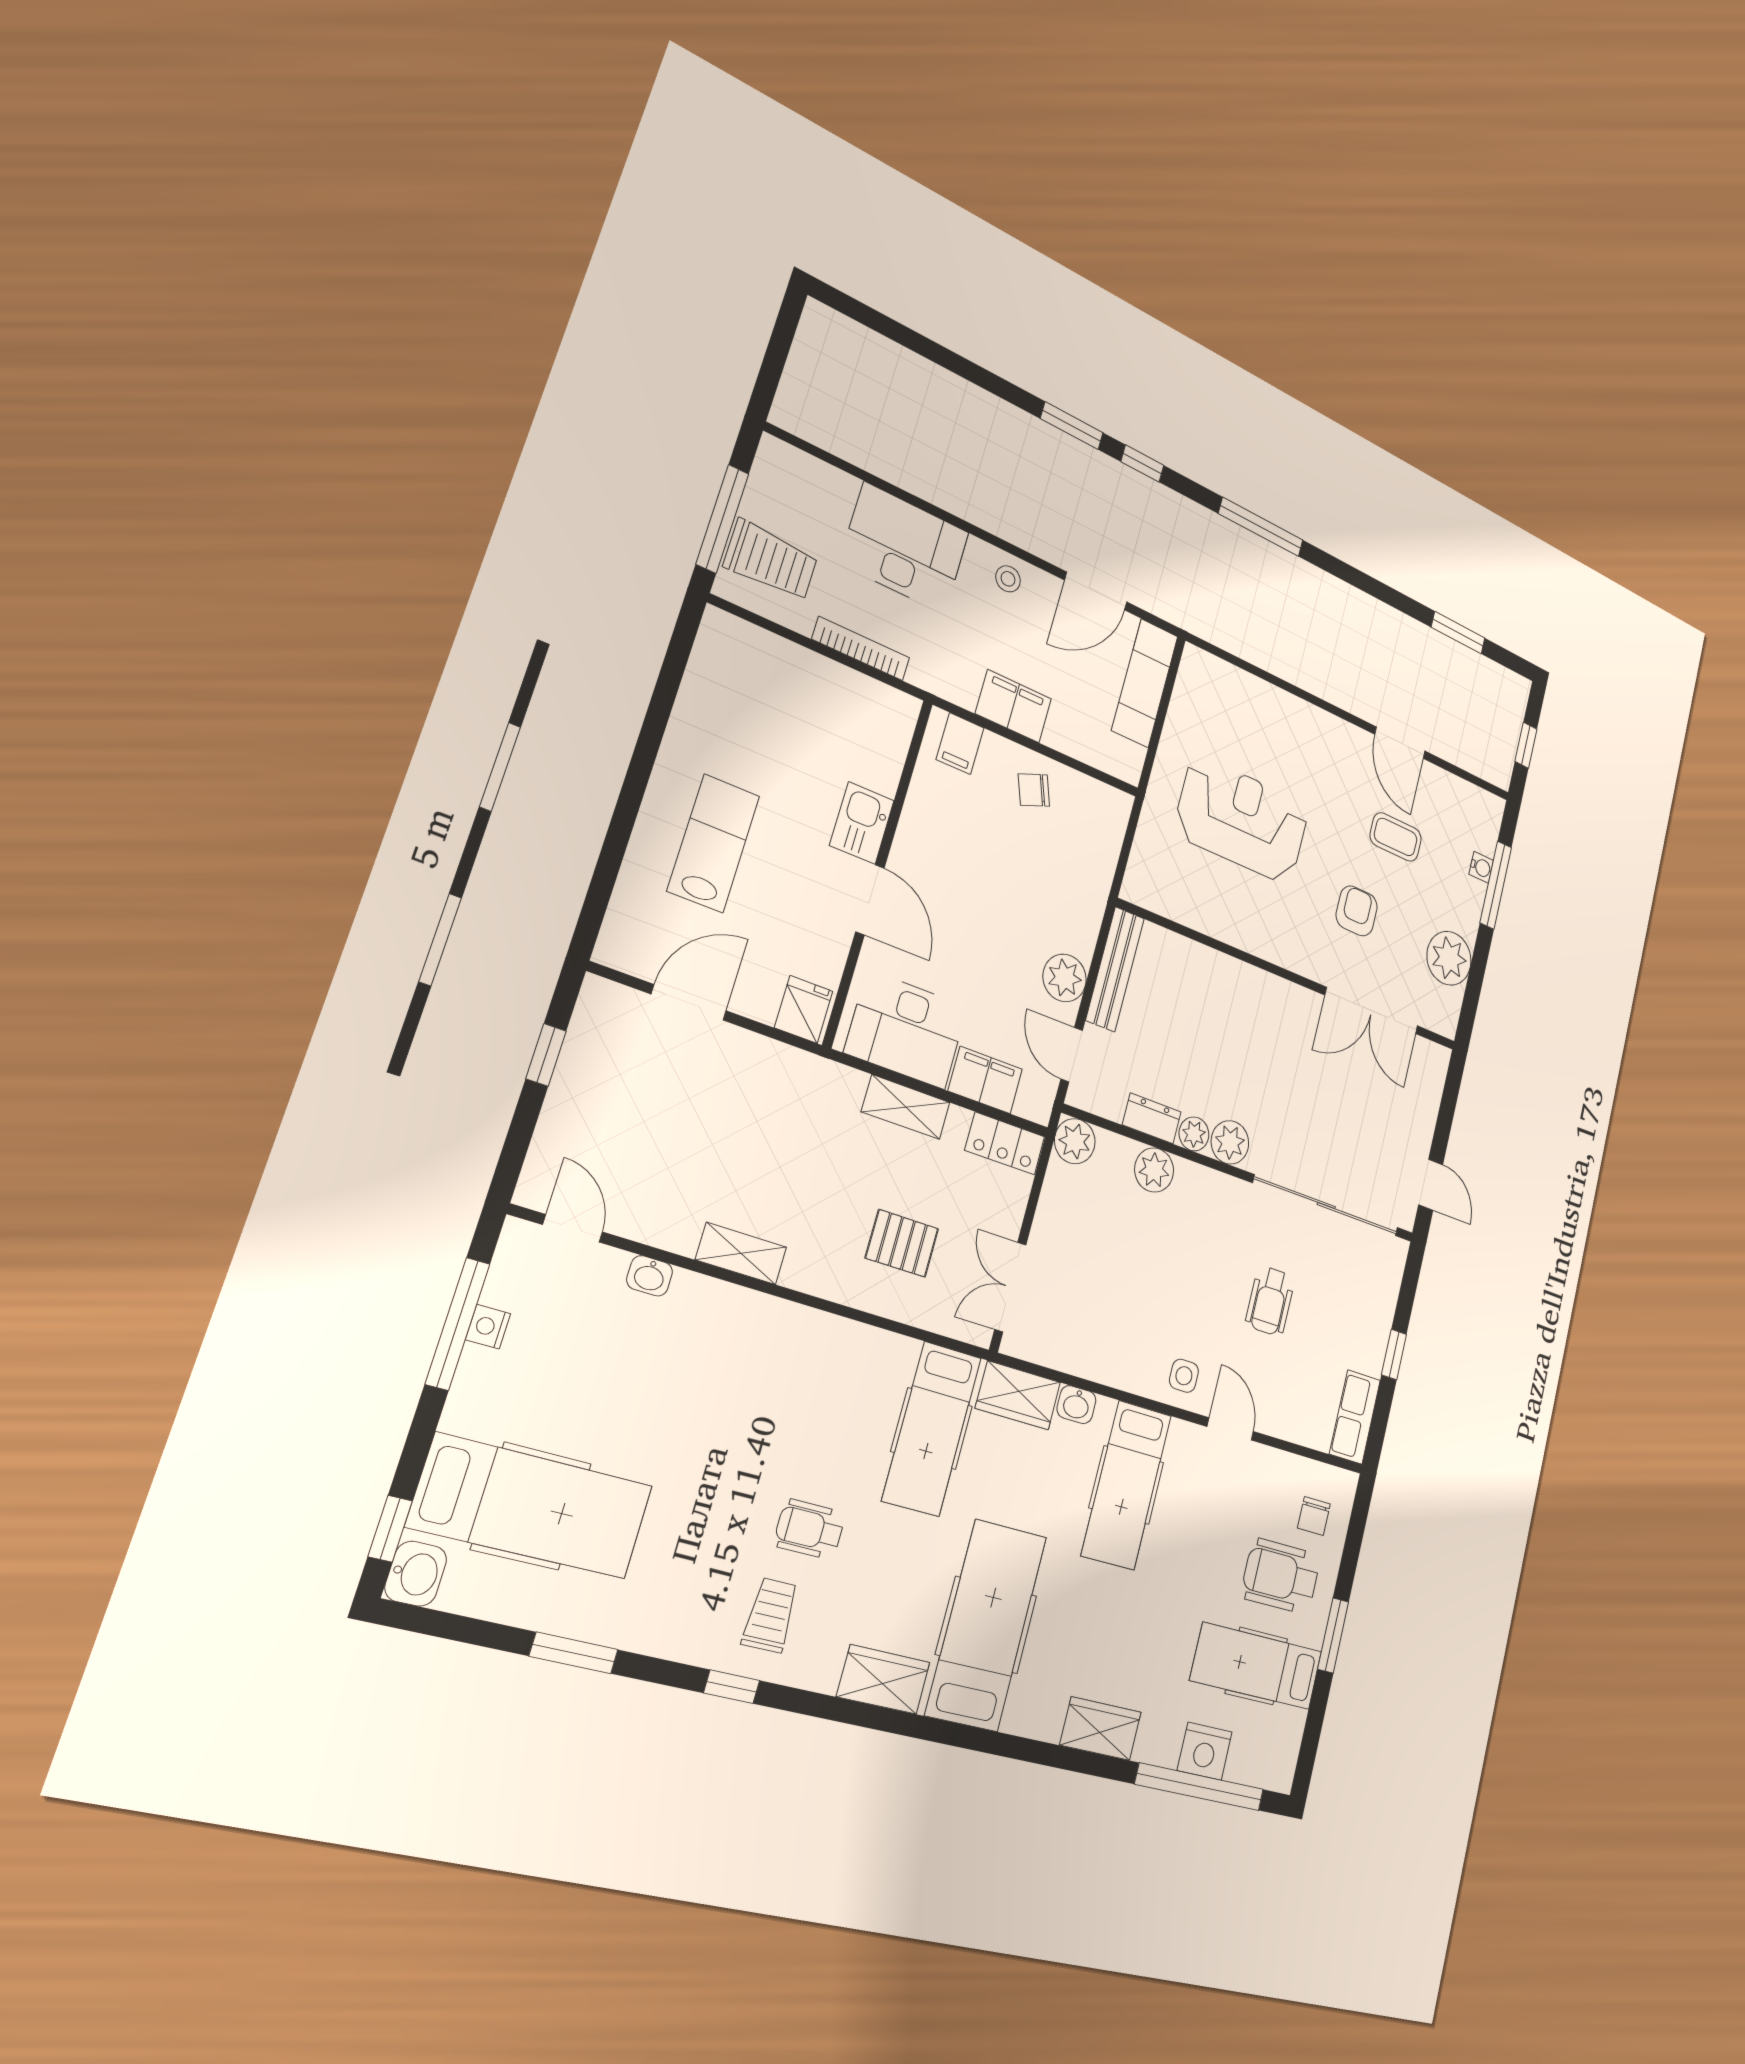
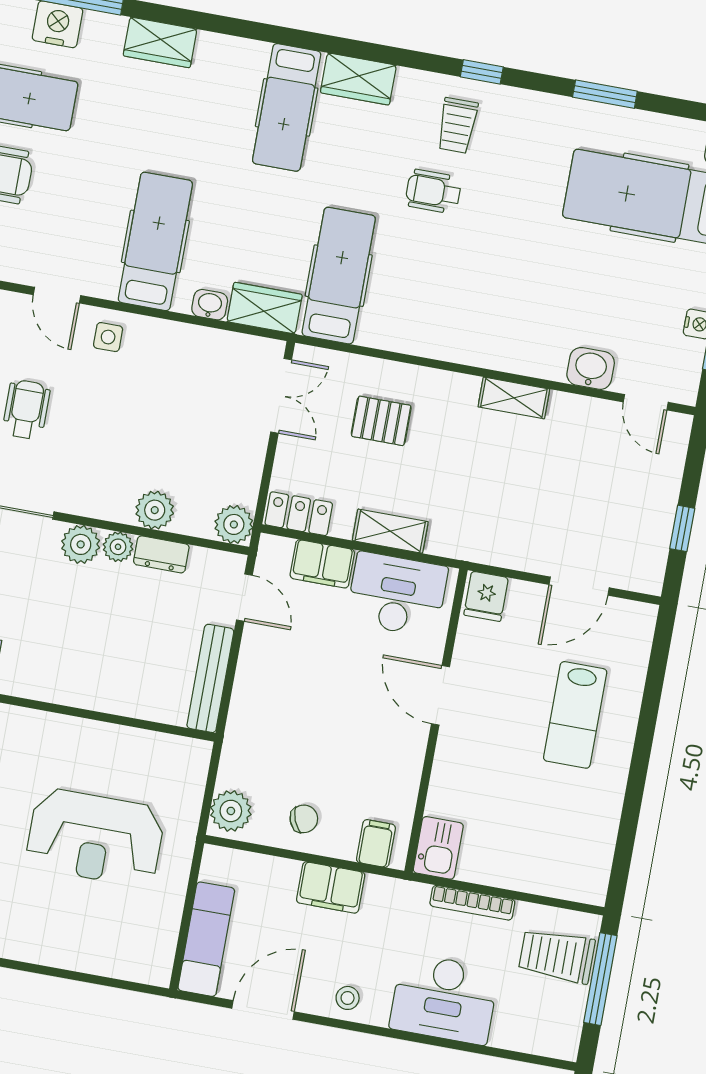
kitchen sink: (862, 823) -> (438, 848), moved
plant: (1065, 978) -> (231, 811), moved
washbasin: (650, 1276) -> (591, 368), width x1.38, depth x1.45
wheelchair: (810, 1529) -> (433, 191), turned 180
hospital bed: (986, 1625) -> (287, 107), width x0.73, depth x0.78

